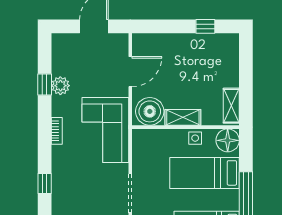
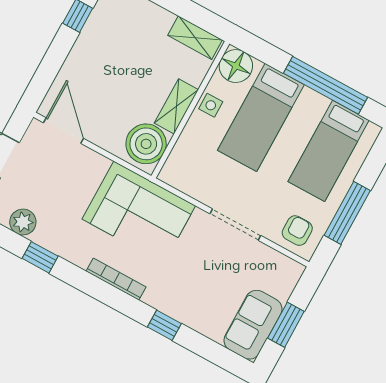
door: (130, 72) -> (64, 131), moved
plant: (60, 86) -> (23, 222), moved
bookcase: (57, 131) -> (116, 279), width x1.56

